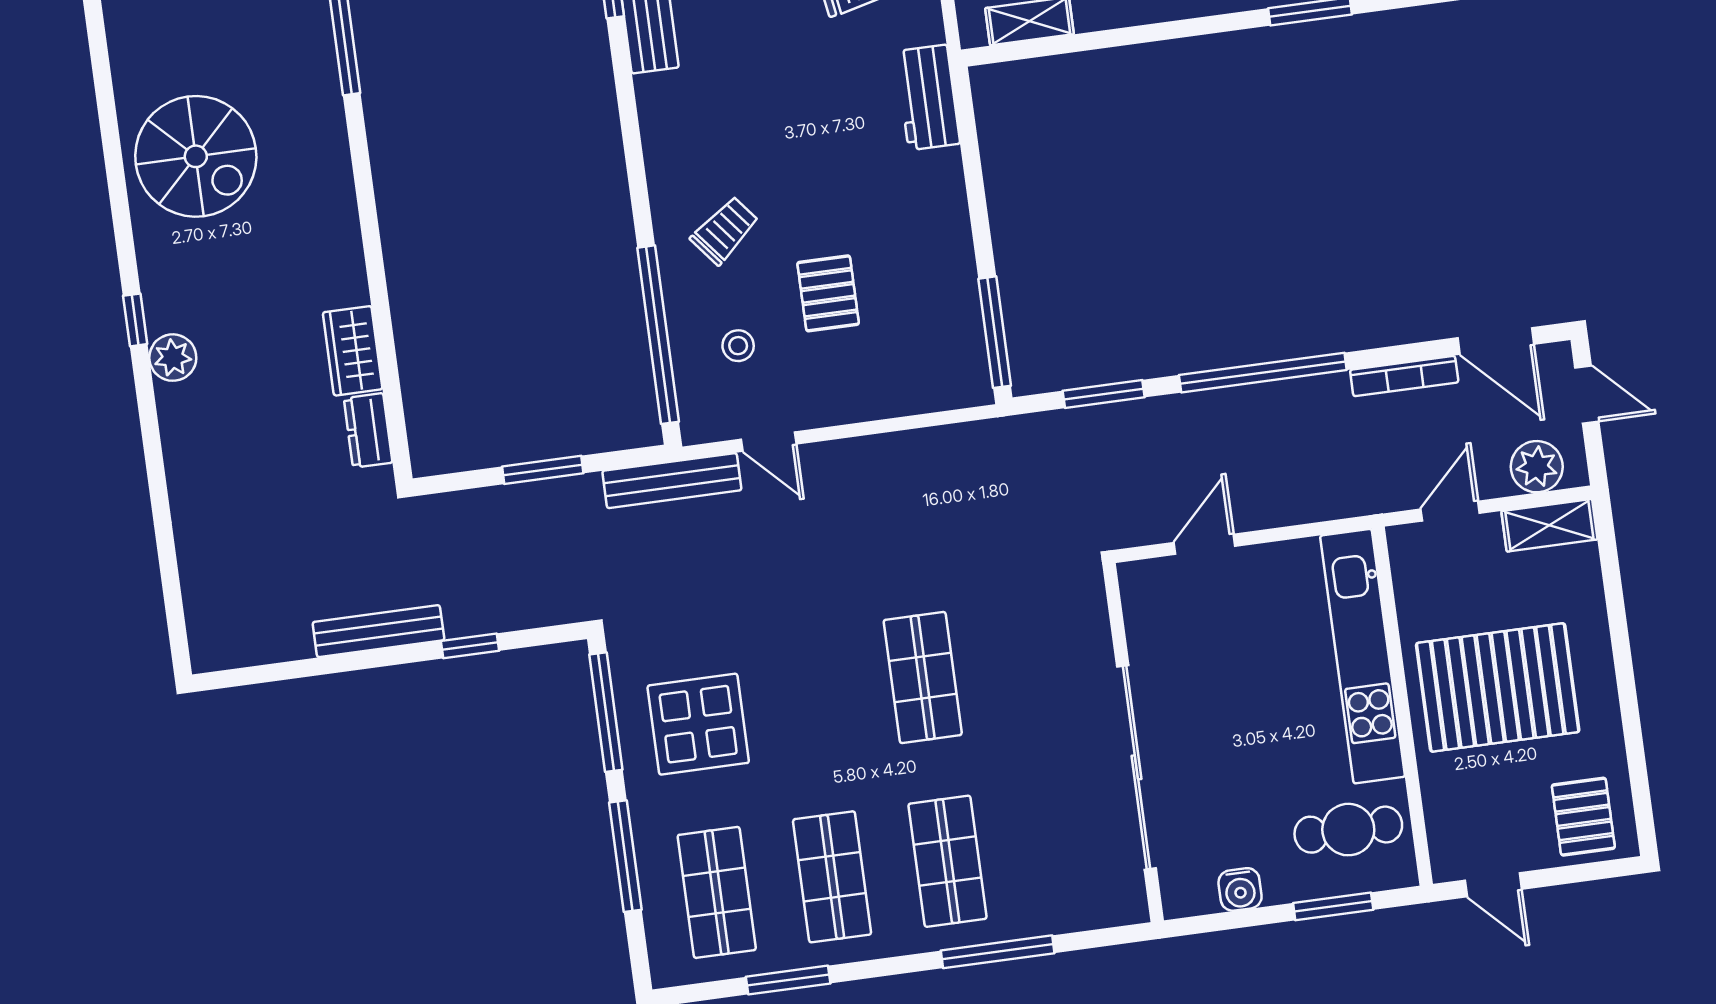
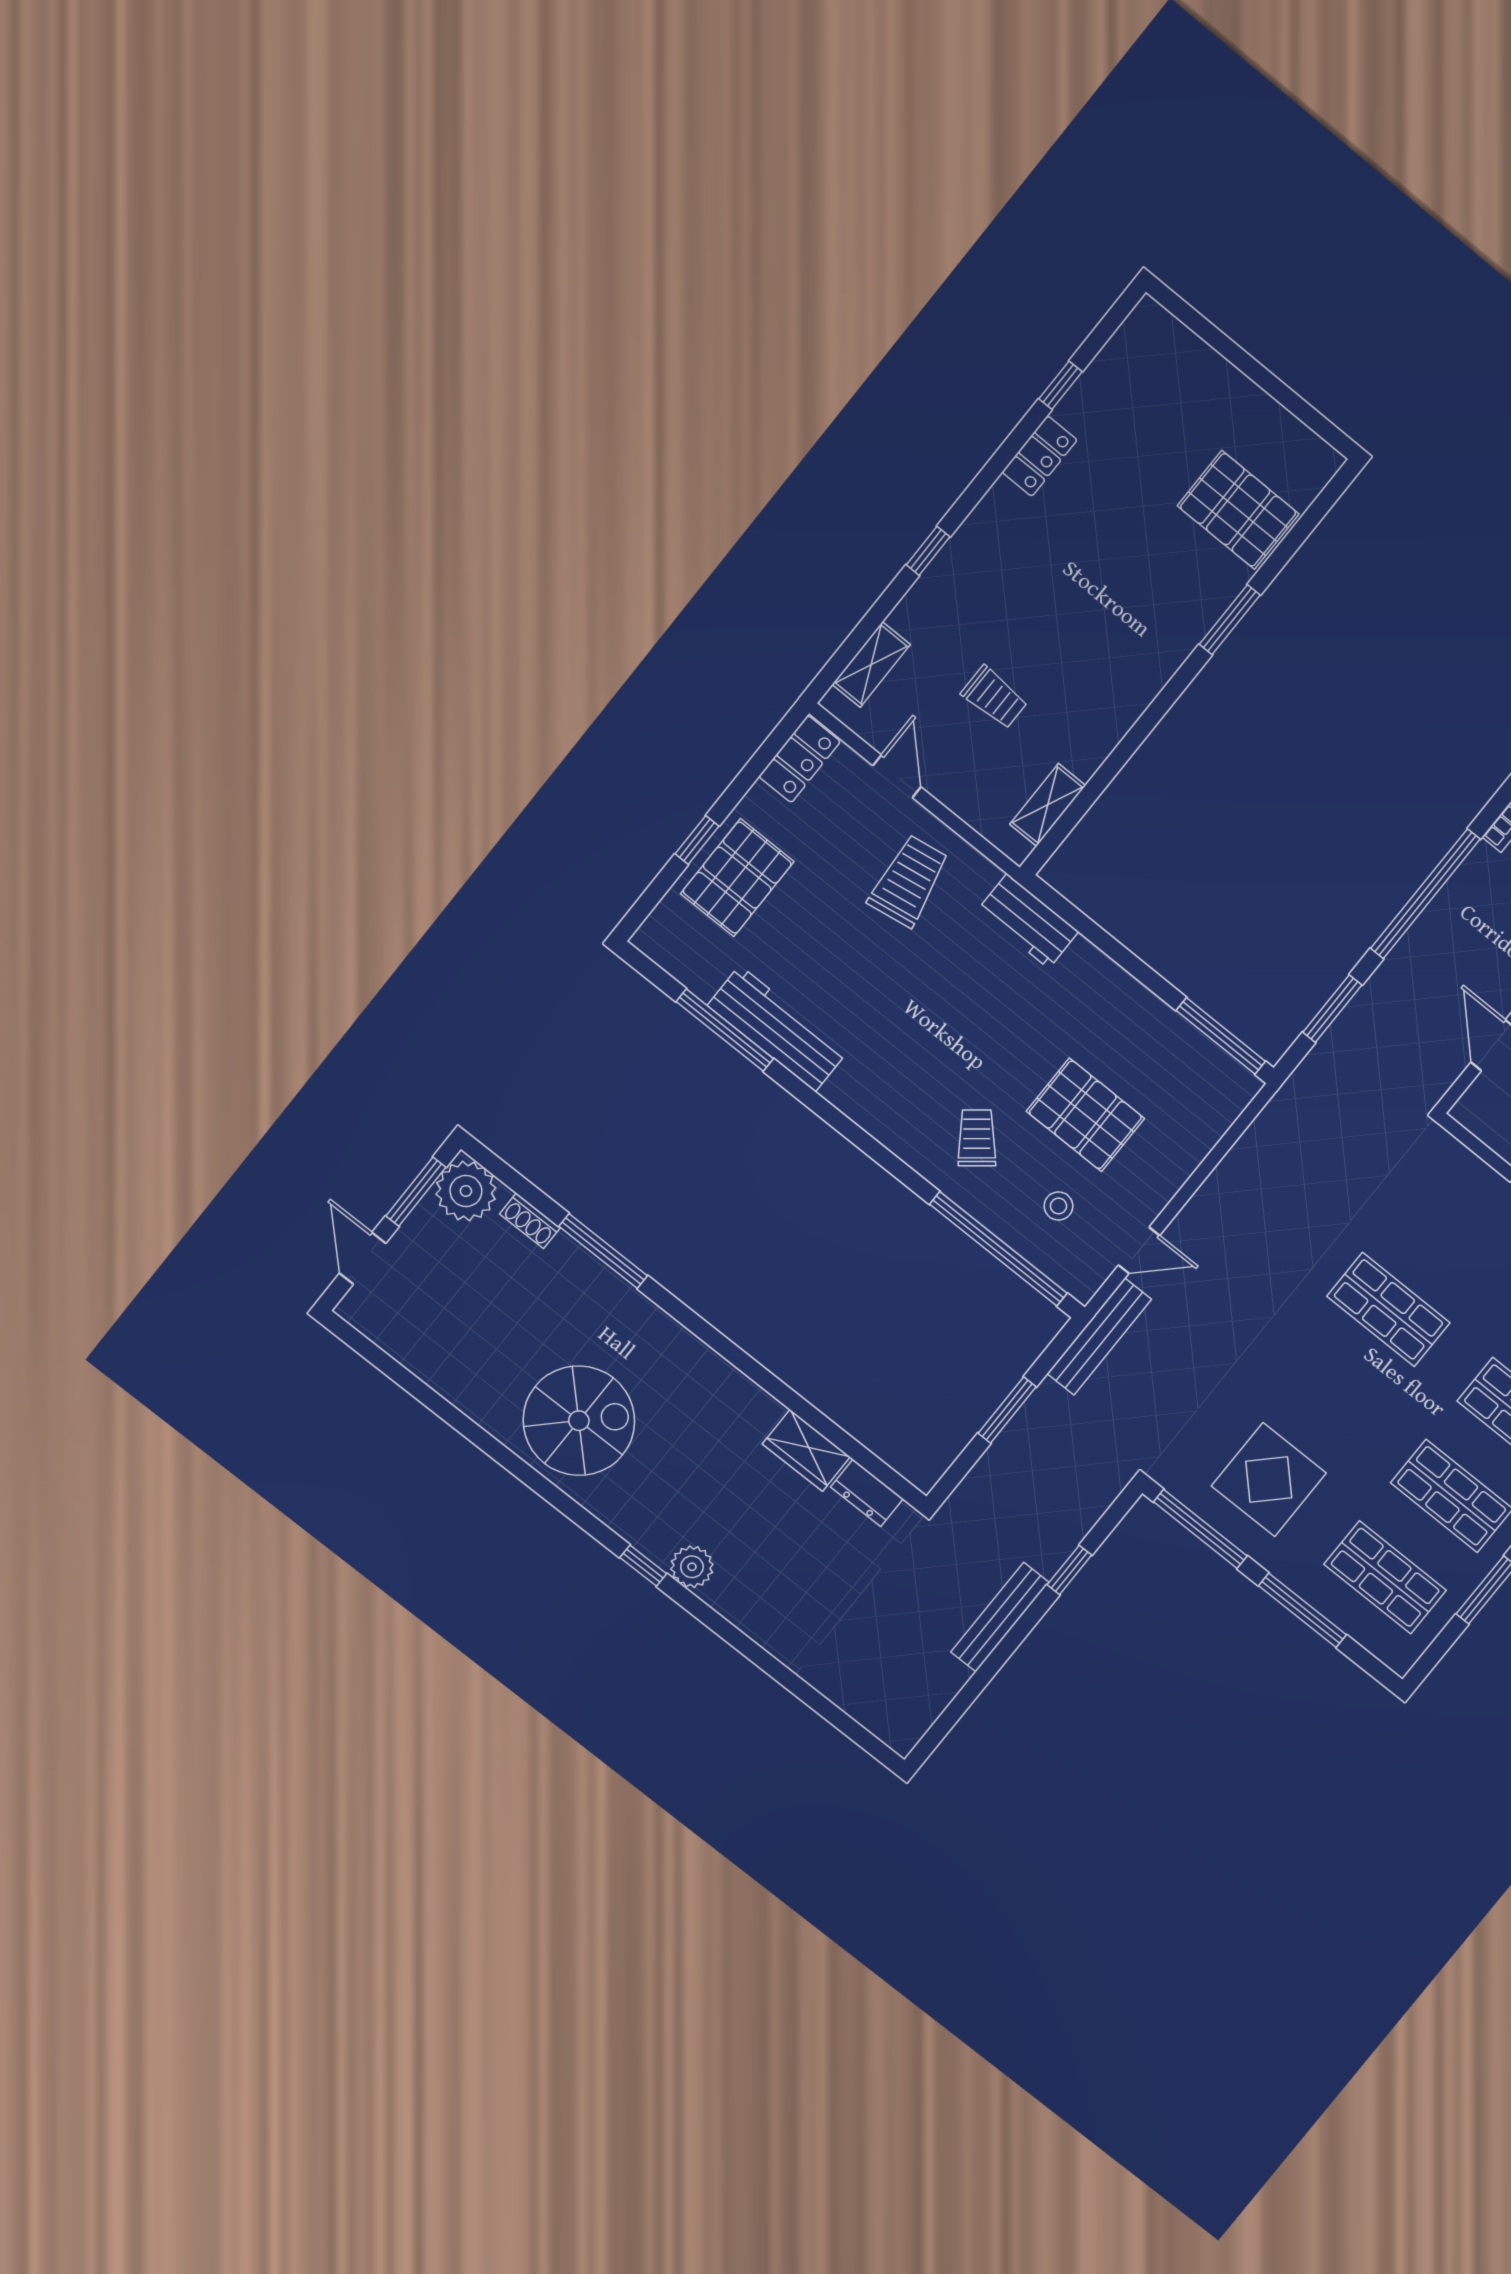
pallet: (828, 293) -> (1085, 1115), width x1.50, depth x1.42

